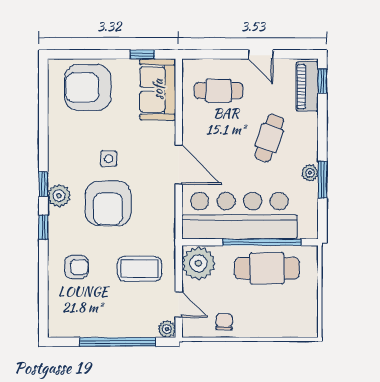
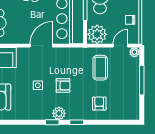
armchair: (108, 203) -> (63, 85), width x0.53, depth x0.53
window: (118, 342) -> (142, 80), width x0.68

